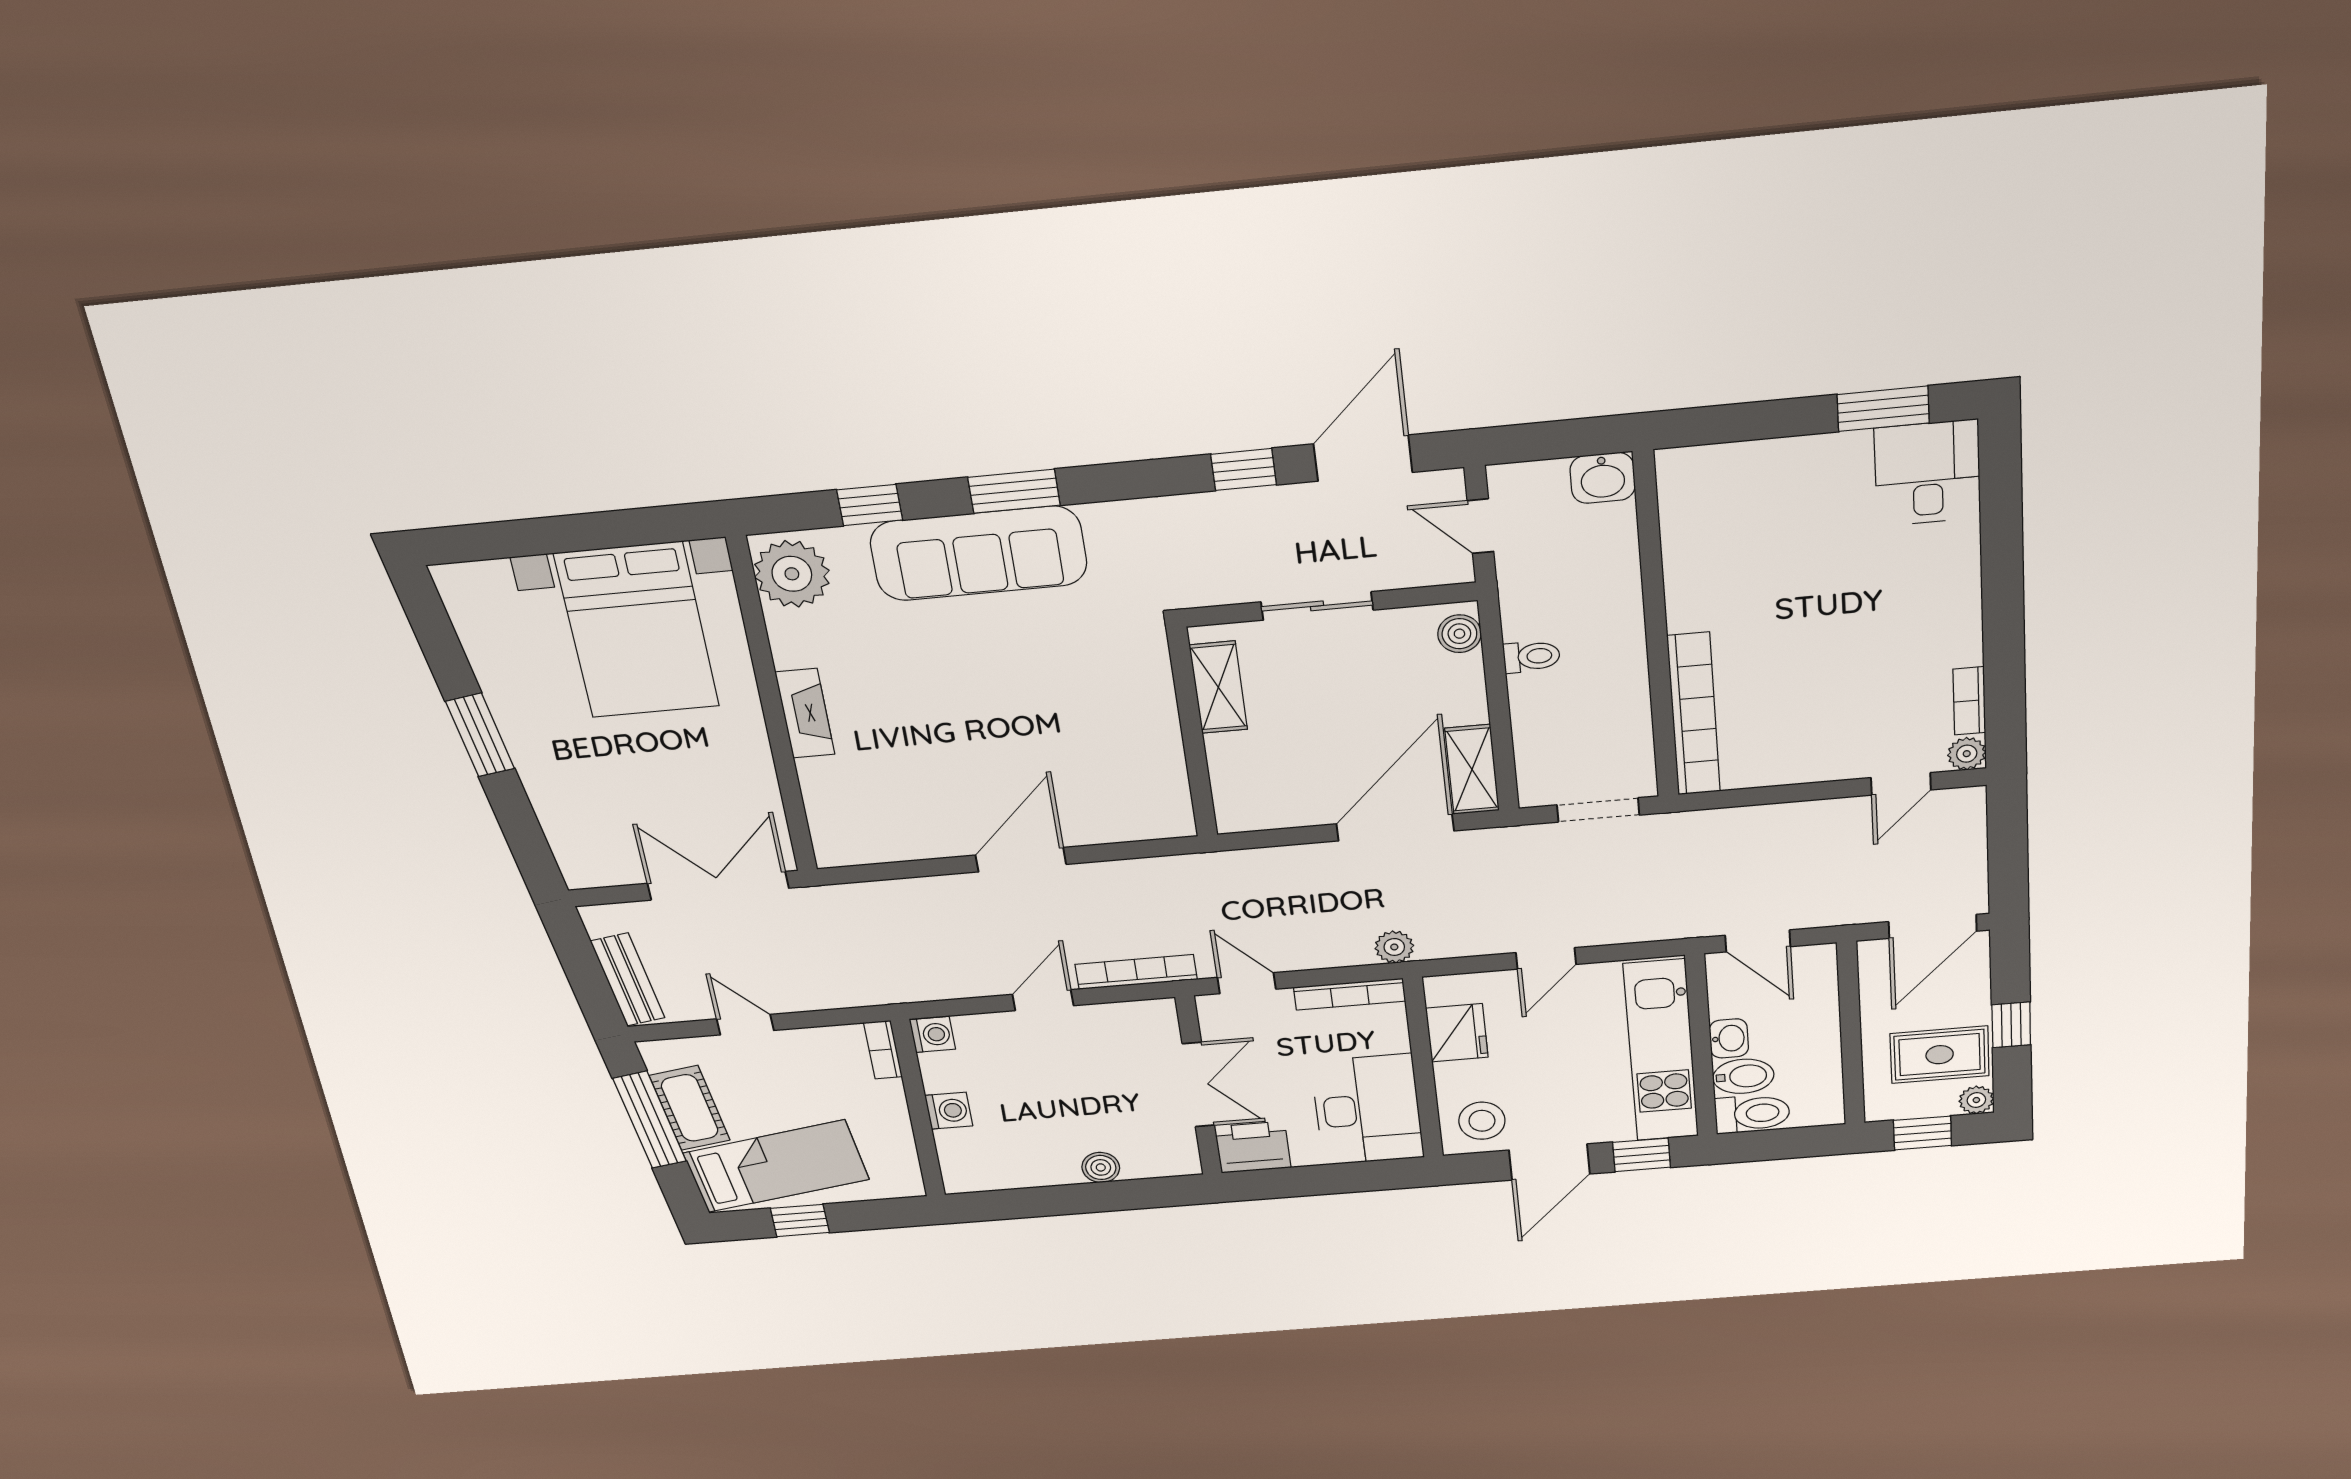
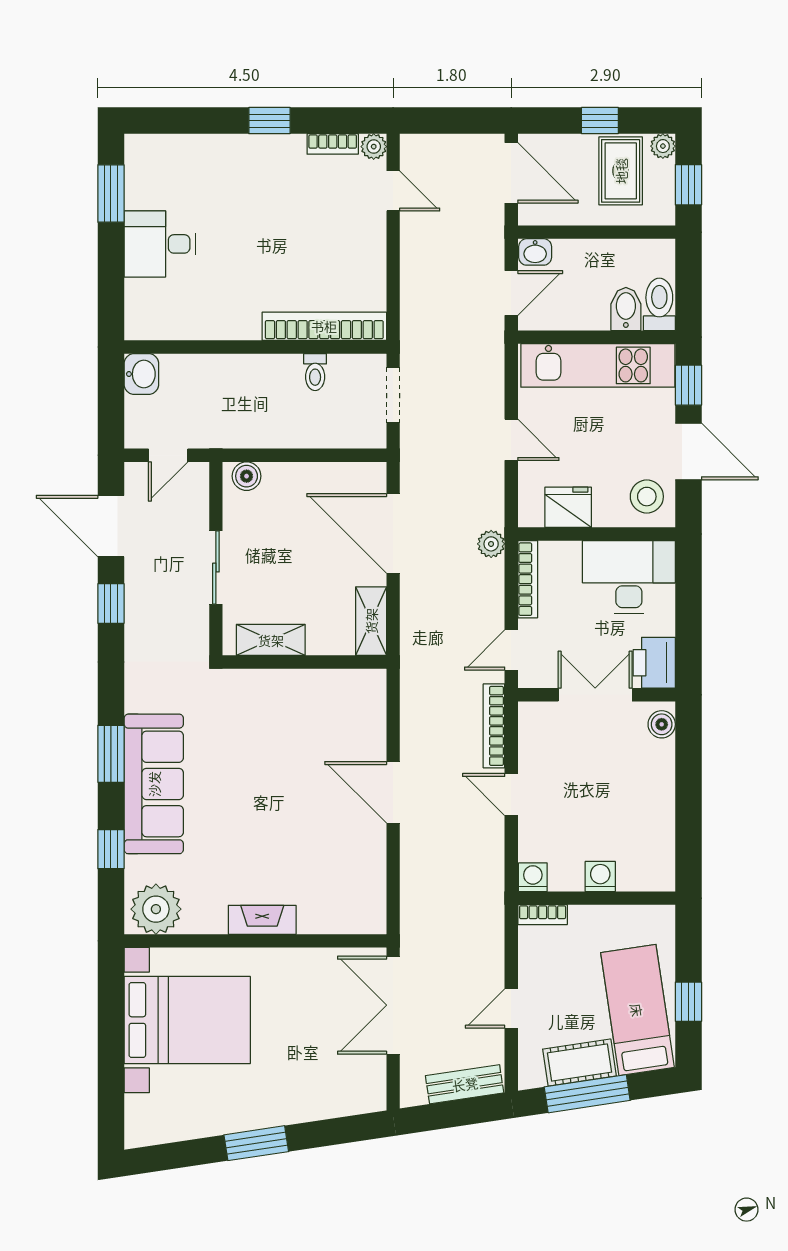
desk: (1927, 473) -> (160, 244), moved
window: (2003, 615) -> (269, 121), added
toilet: (1532, 657) -> (315, 372), moved, turned 180
shelving: (1472, 769) -> (371, 621), moved, turned 90
washbasin: (1729, 1038) -> (535, 252), moved, turned 180
boiler: (1101, 1167) -> (662, 724), moved

